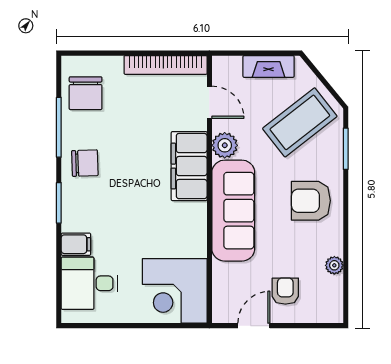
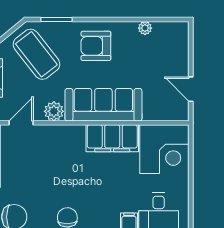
filing cabinet: (189, 166) -> (112, 138), moved
armchair: (311, 201) -> (96, 46), turned 90
armchair: (285, 291) -> (165, 65), removed

